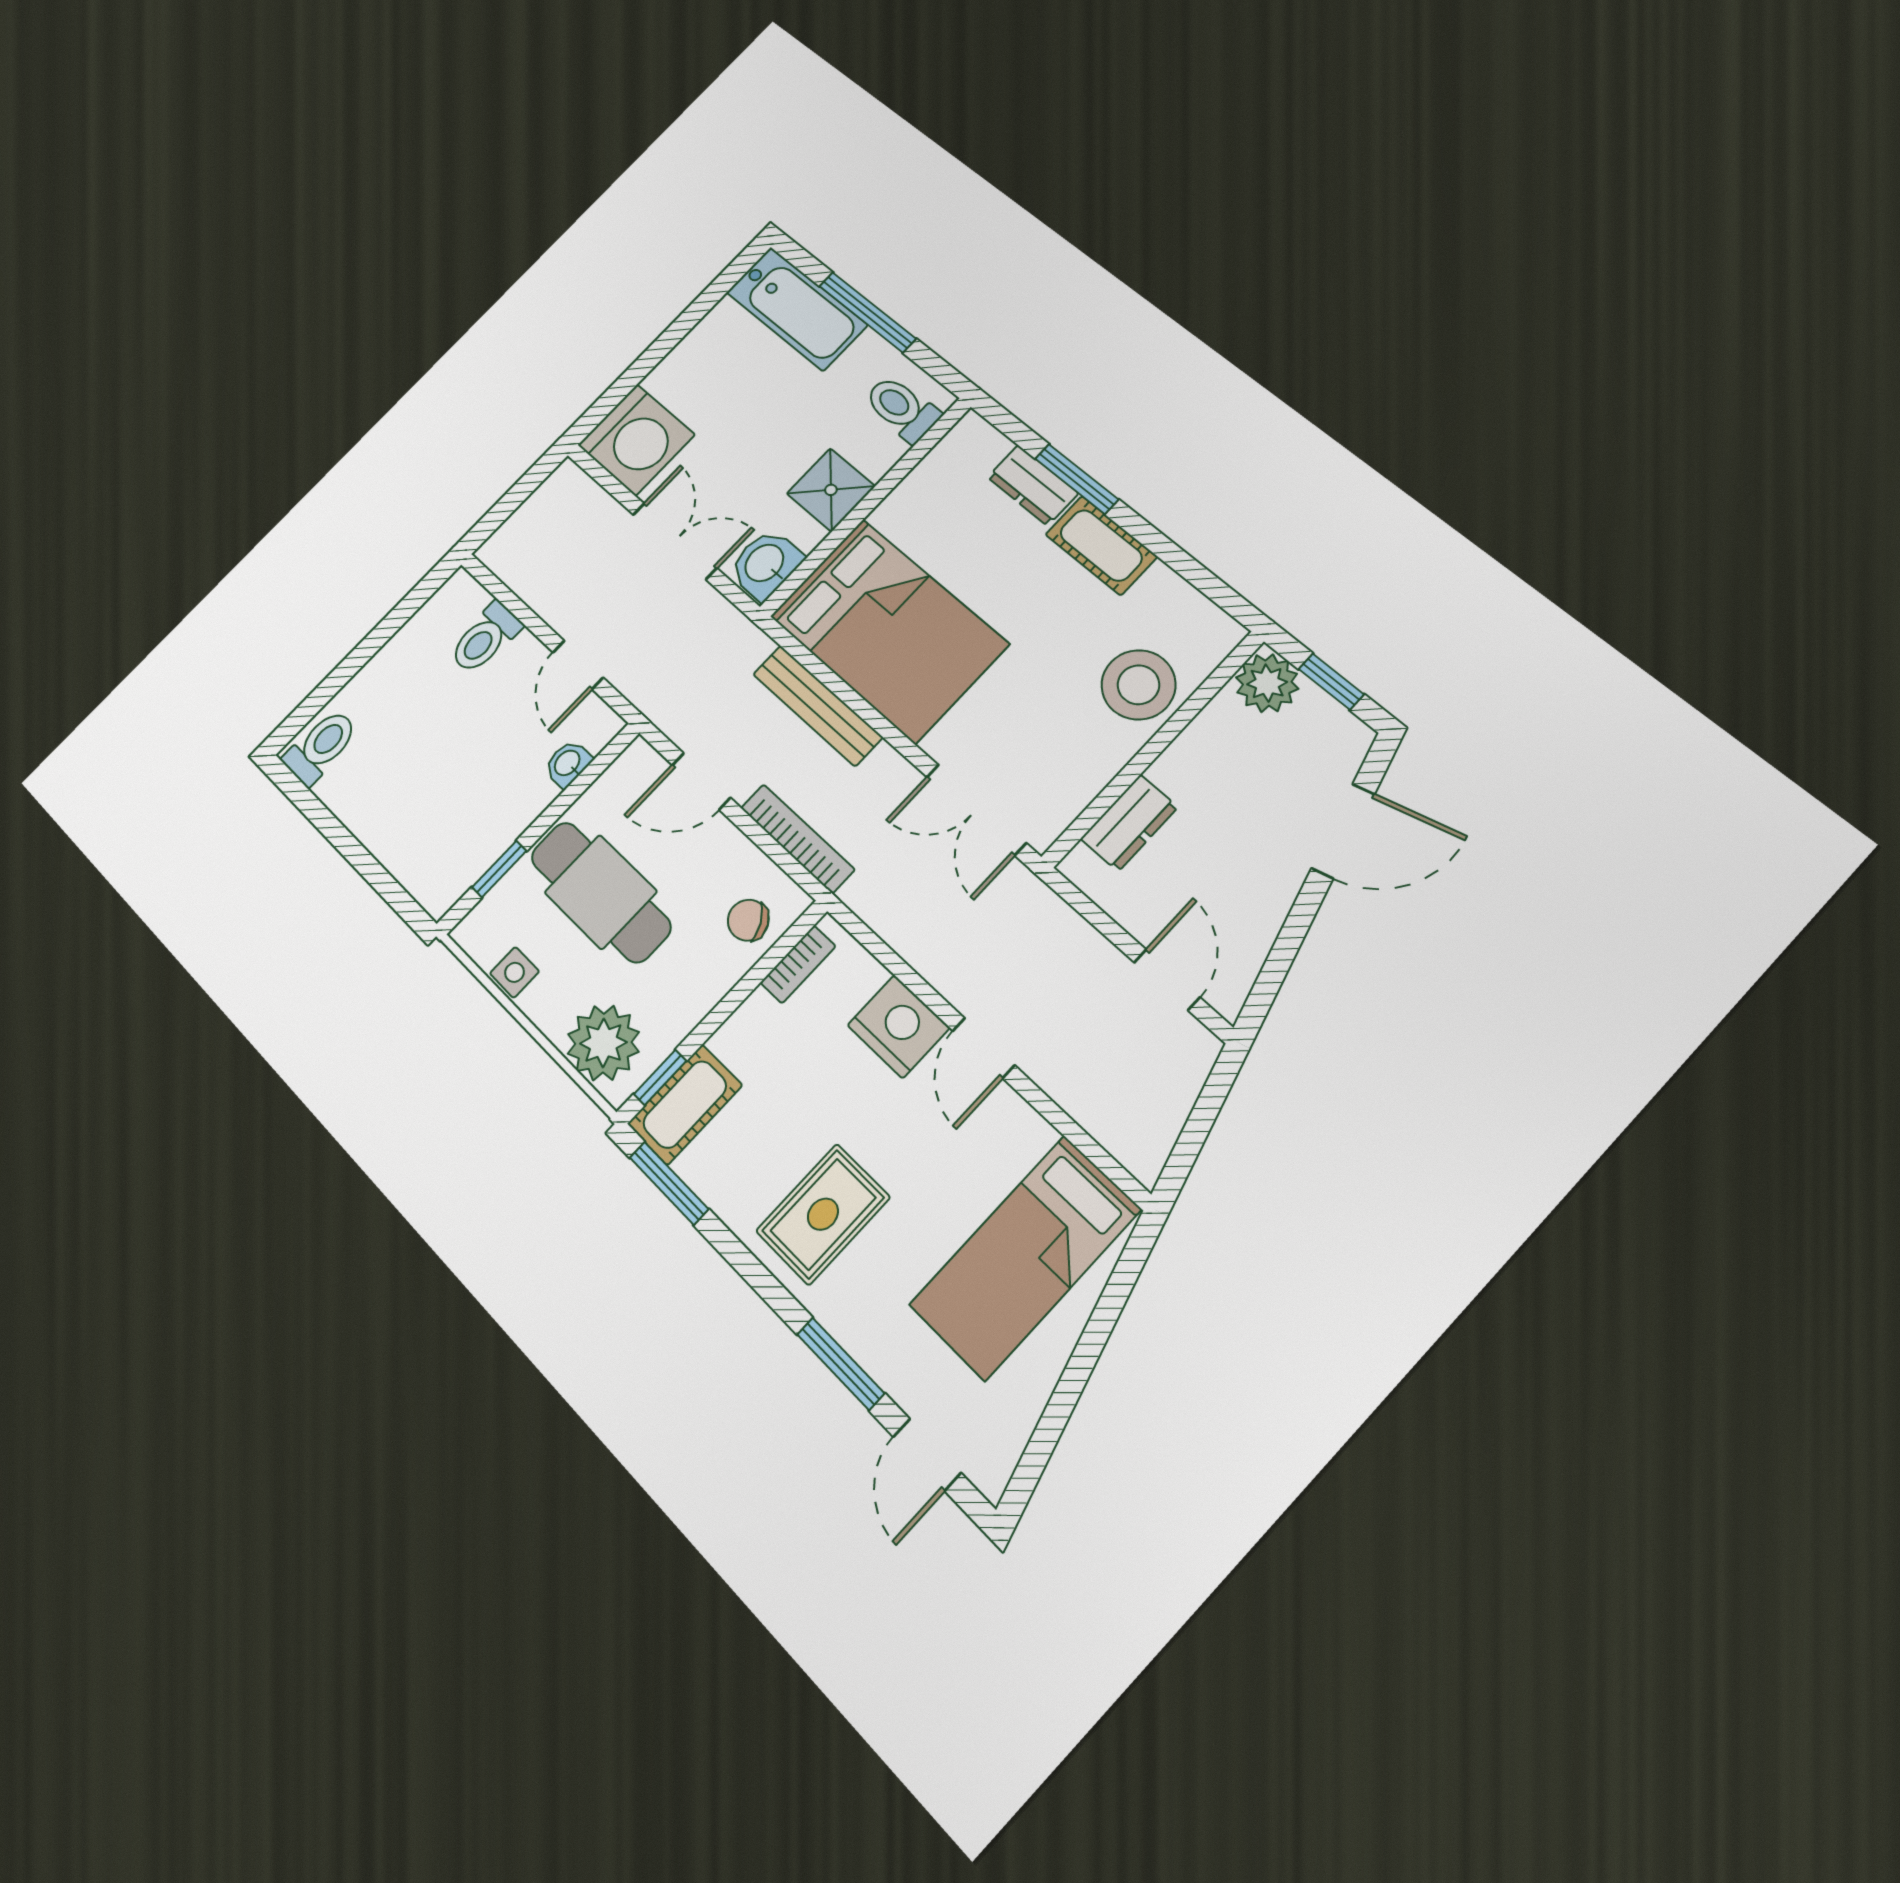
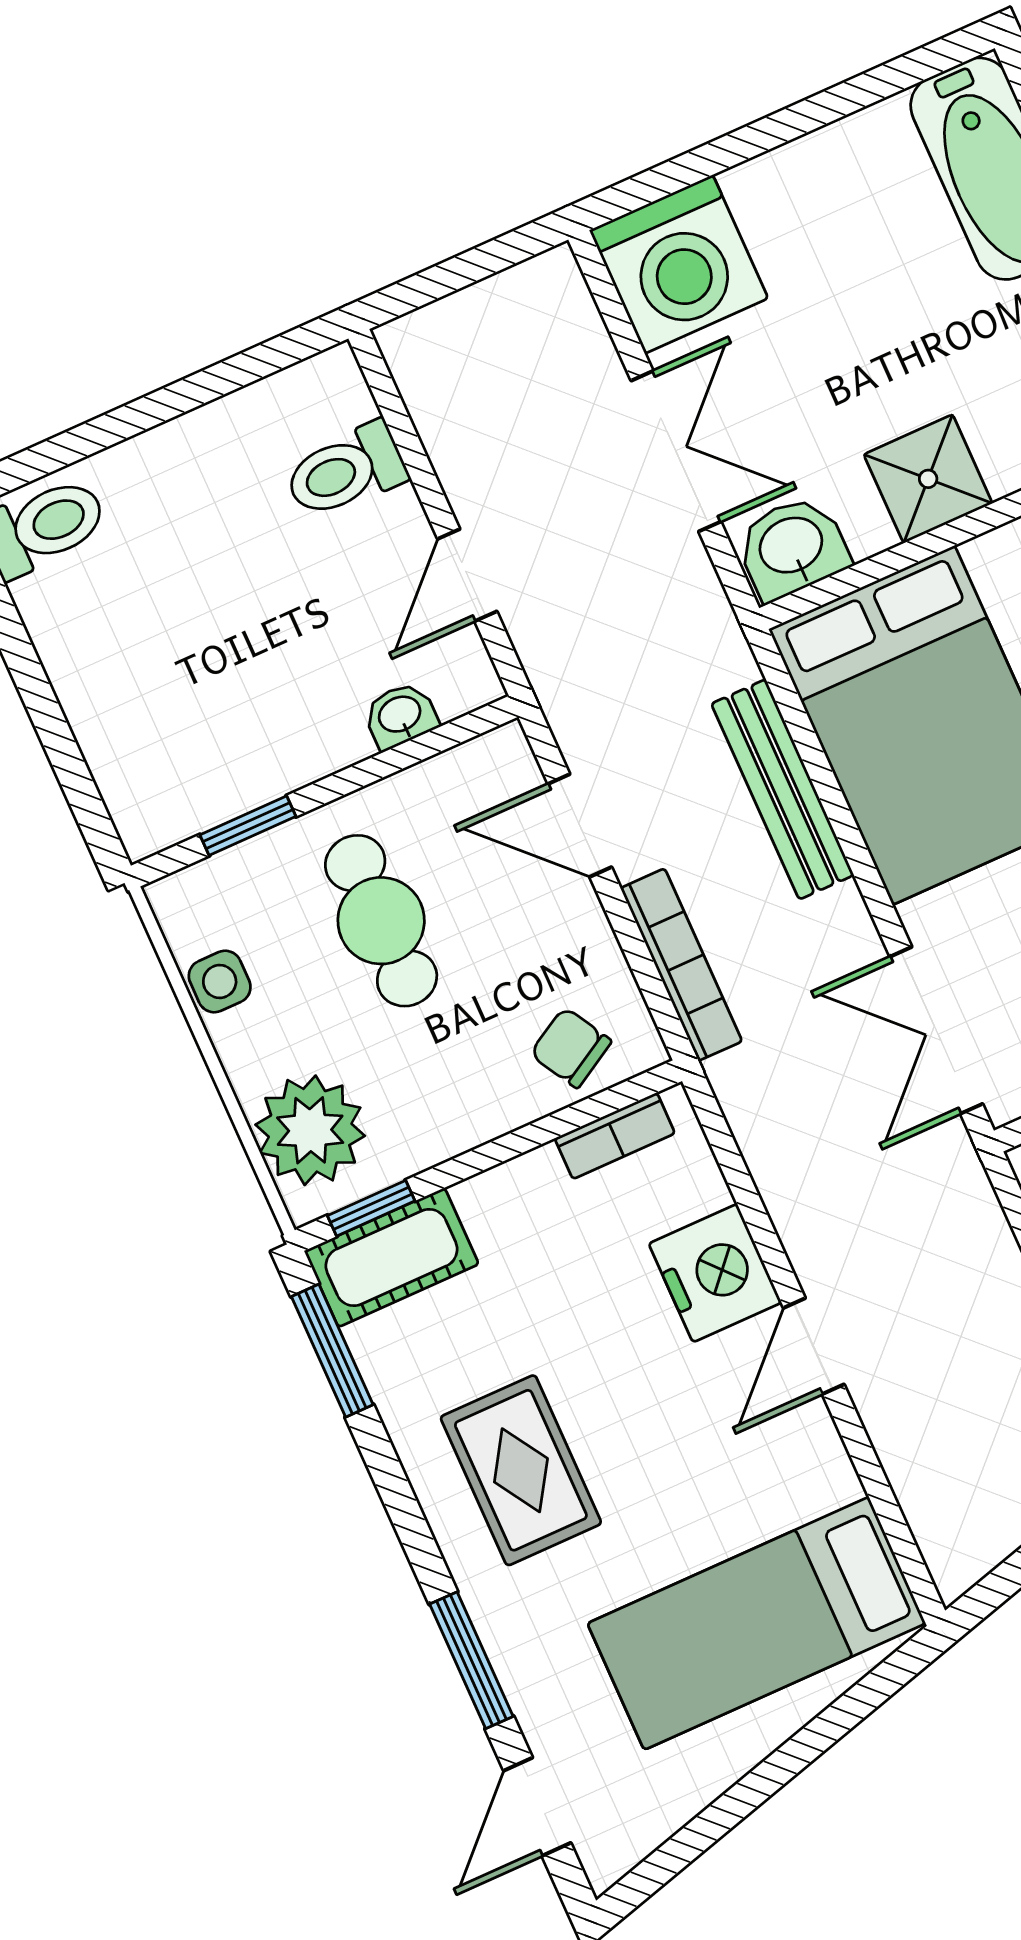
cafe table: (601, 892) -> (381, 921), width x0.73, depth x0.74
rug: (823, 1214) -> (521, 1470), turned 90

